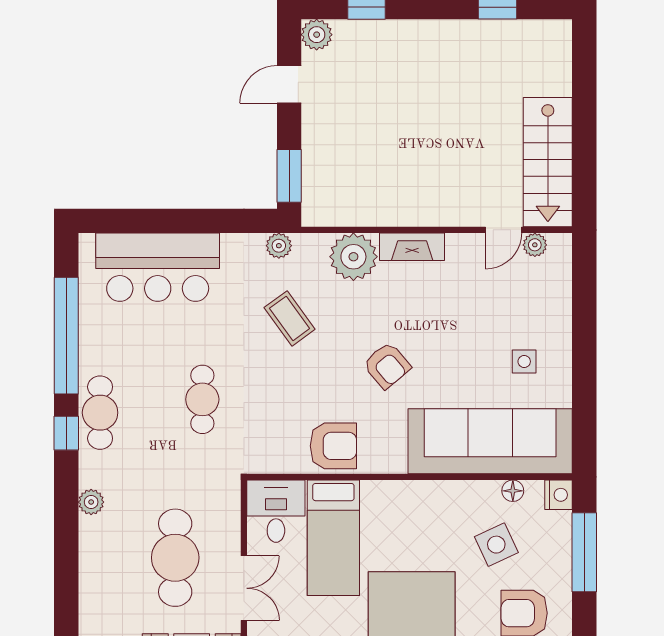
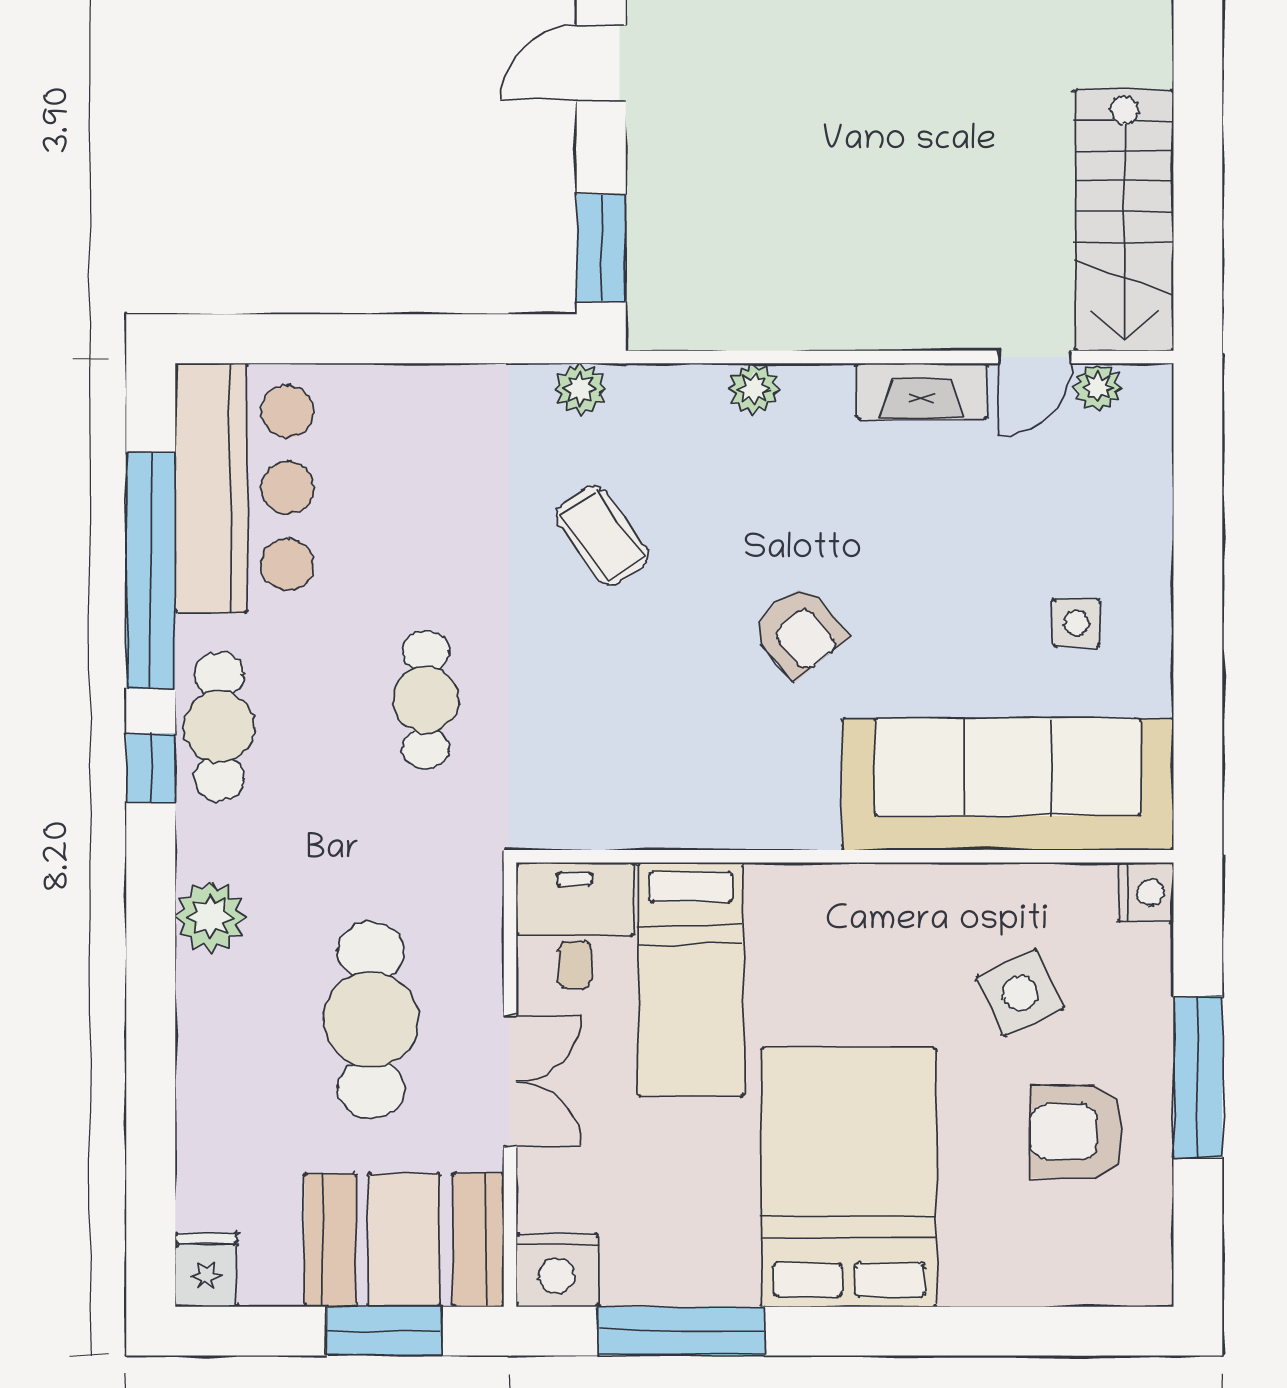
fireplace: (412, 247) -> (922, 391), moved
plant: (353, 257) -> (754, 389), width x0.53, depth x0.53
bar counter: (158, 267) -> (244, 488), moved, turned -90
armchair: (333, 446) -> (691, 794), removed
floor lamp: (513, 491) -> (1053, 884), removed
plant: (91, 502) -> (211, 917), width x1.38, depth x1.38
window: (584, 552) -> (1198, 1077), moved

